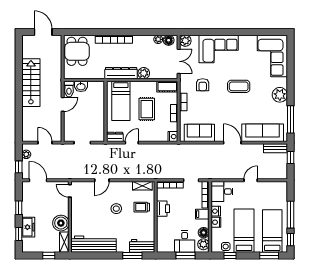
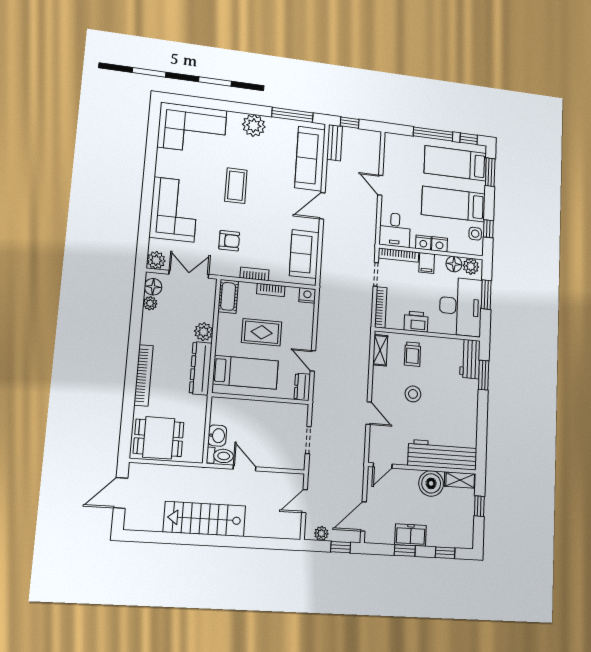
freezer: (28, 227) -> (411, 535), moved
desk: (185, 242) -> (461, 307), width x1.87, depth x1.30
workbench: (94, 244) -> (442, 455), moved, turned 90

